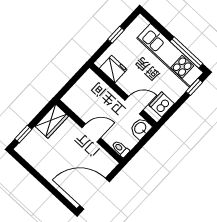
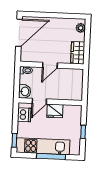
window: (186, 52) -> (51, 156), moved
fridge: (113, 69) -> (55, 111), moved
window: (23, 134) -> (87, 32), removed
plant: (27, 144) -> (81, 28), added

